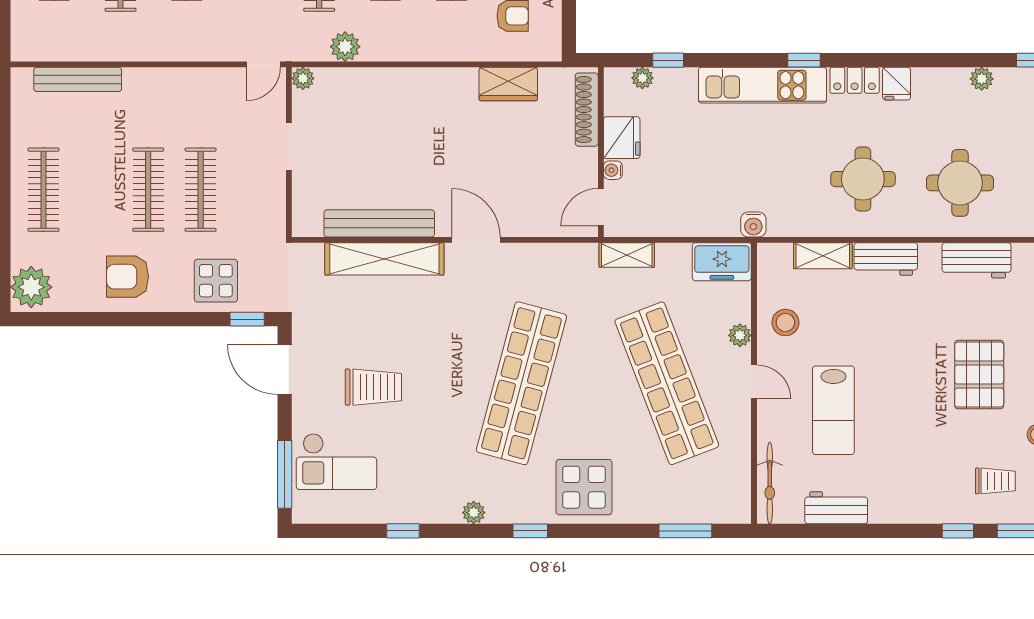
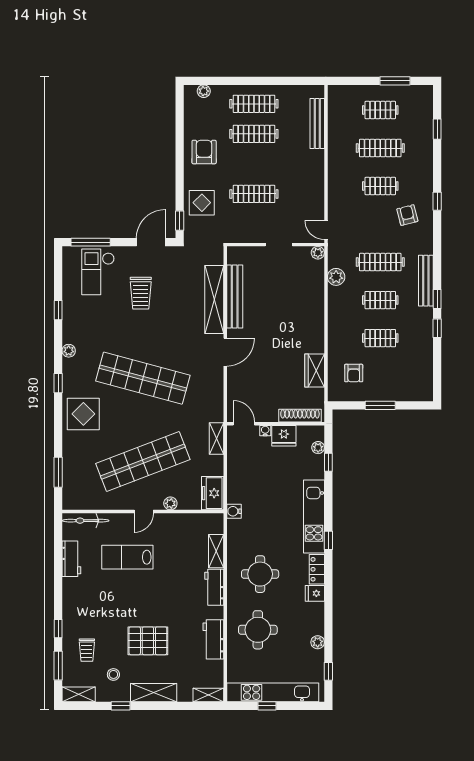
clothes rail: (148, 190) -> (254, 134), moved
plant: (31, 287) -> (204, 91), width x0.53, depth x0.53
stool: (785, 322) -> (178, 530), removed

